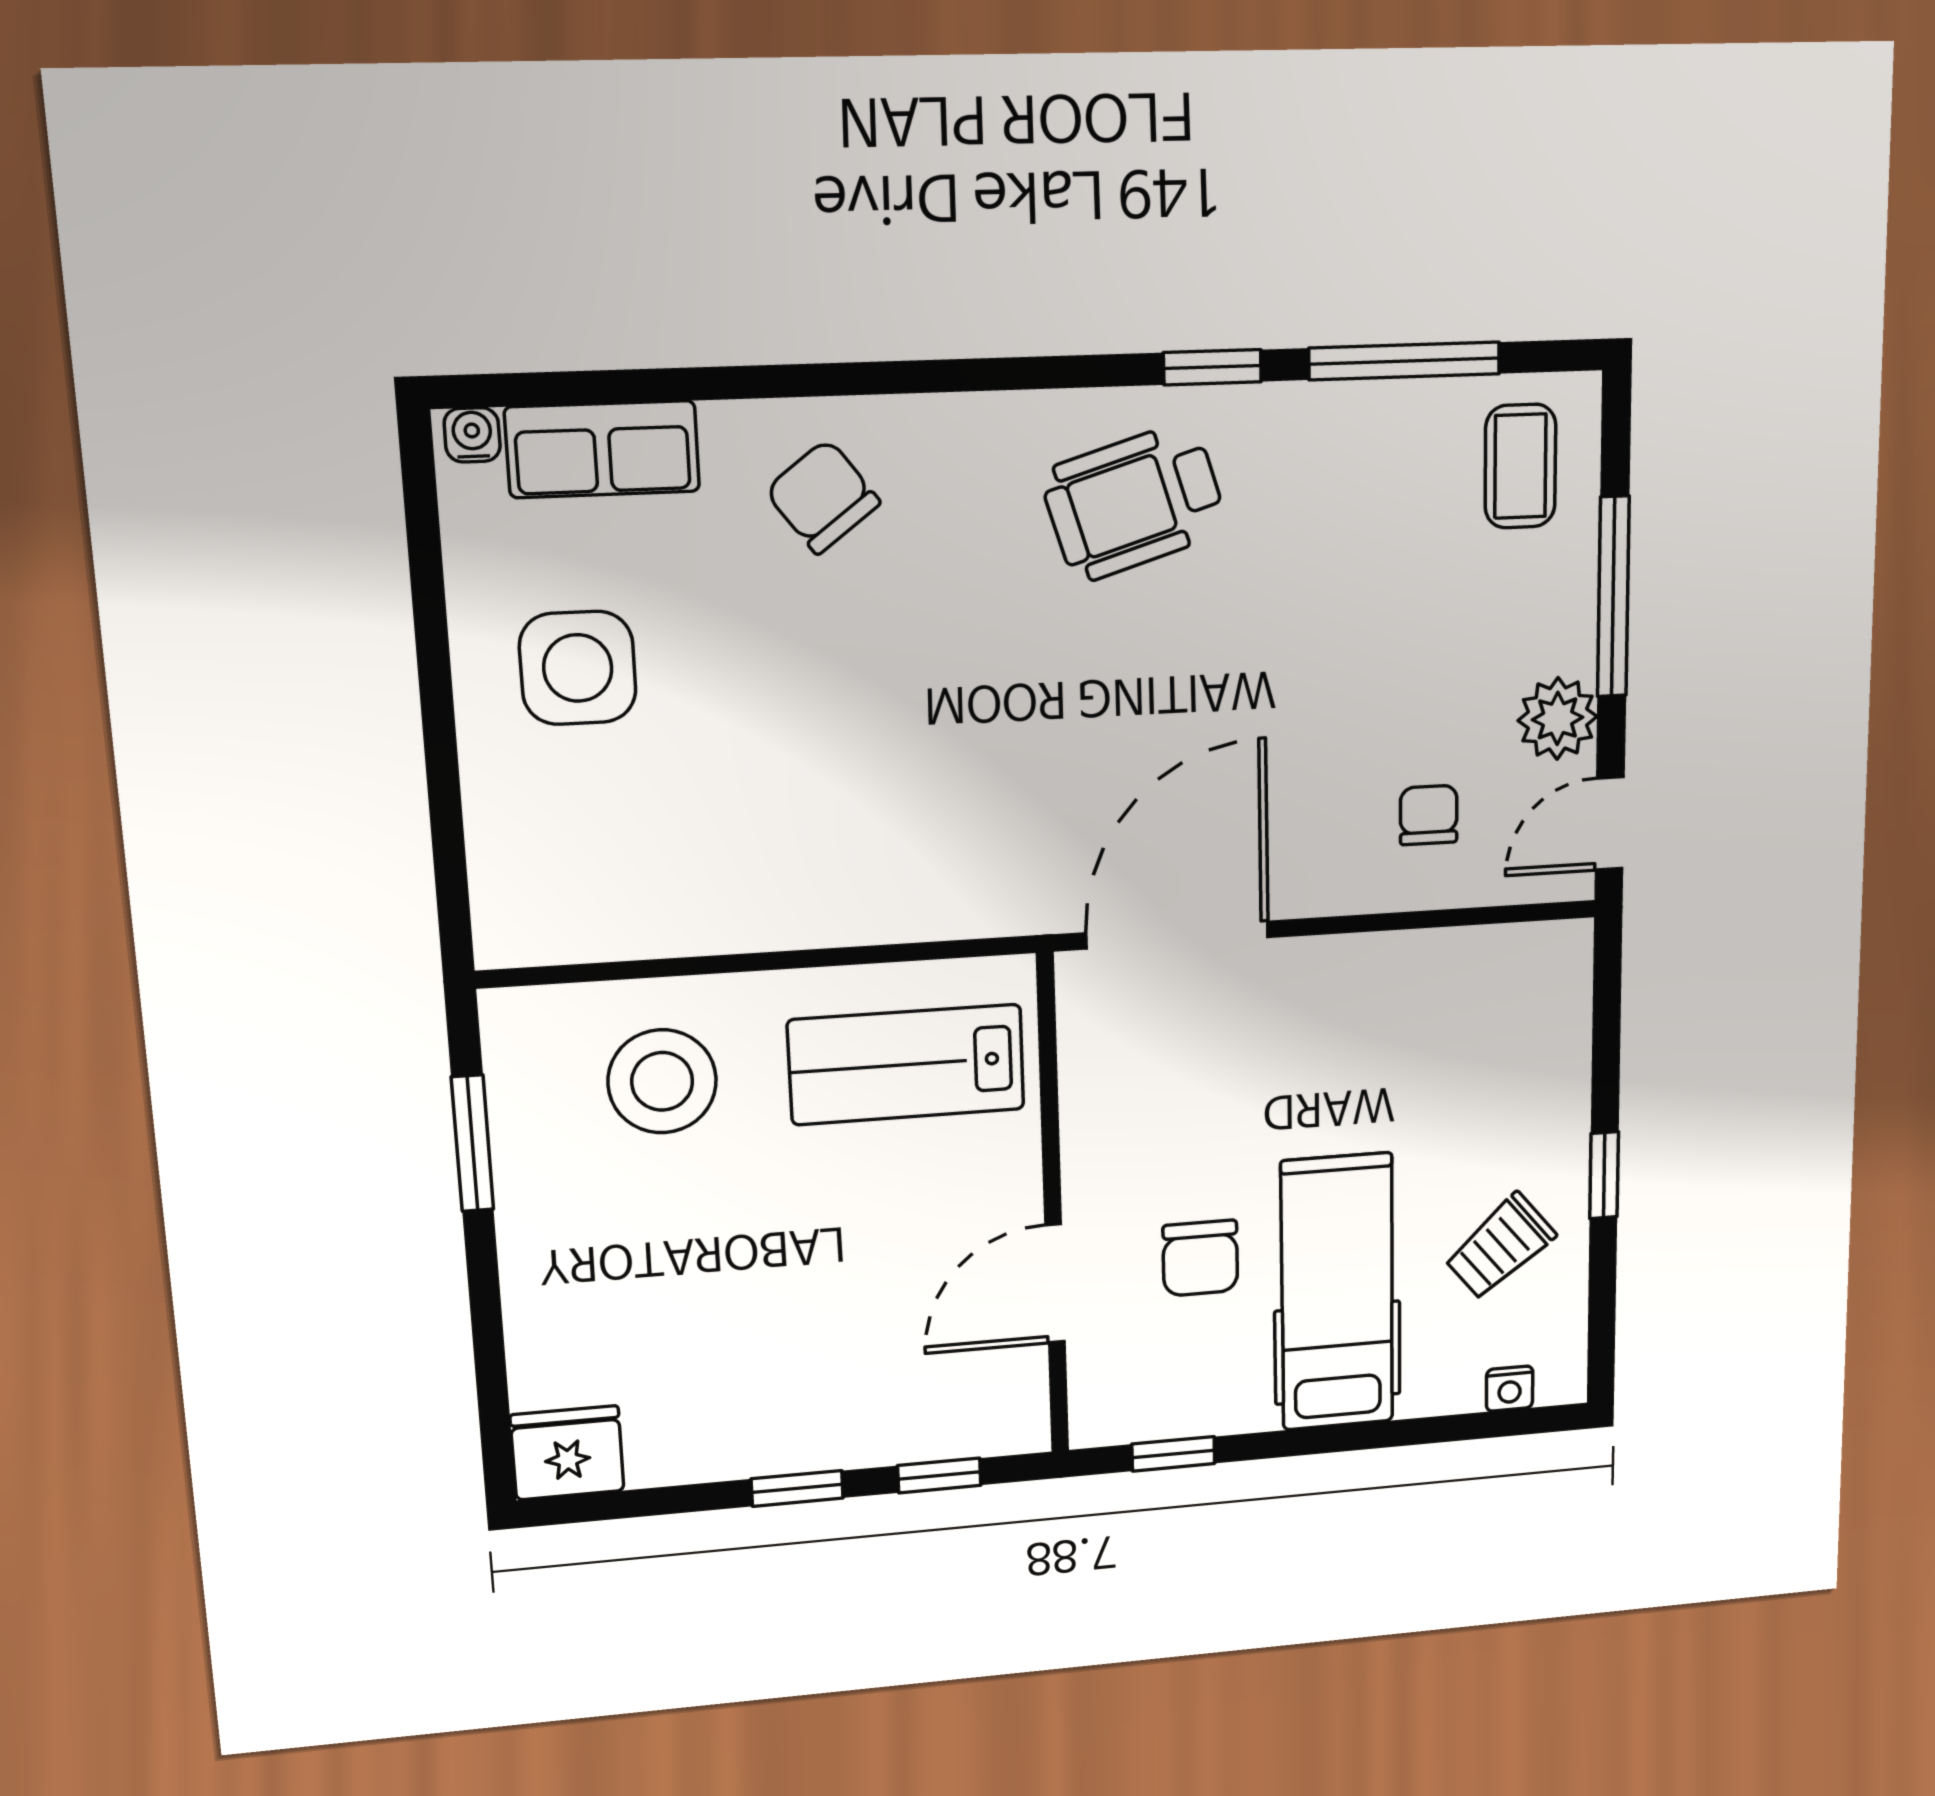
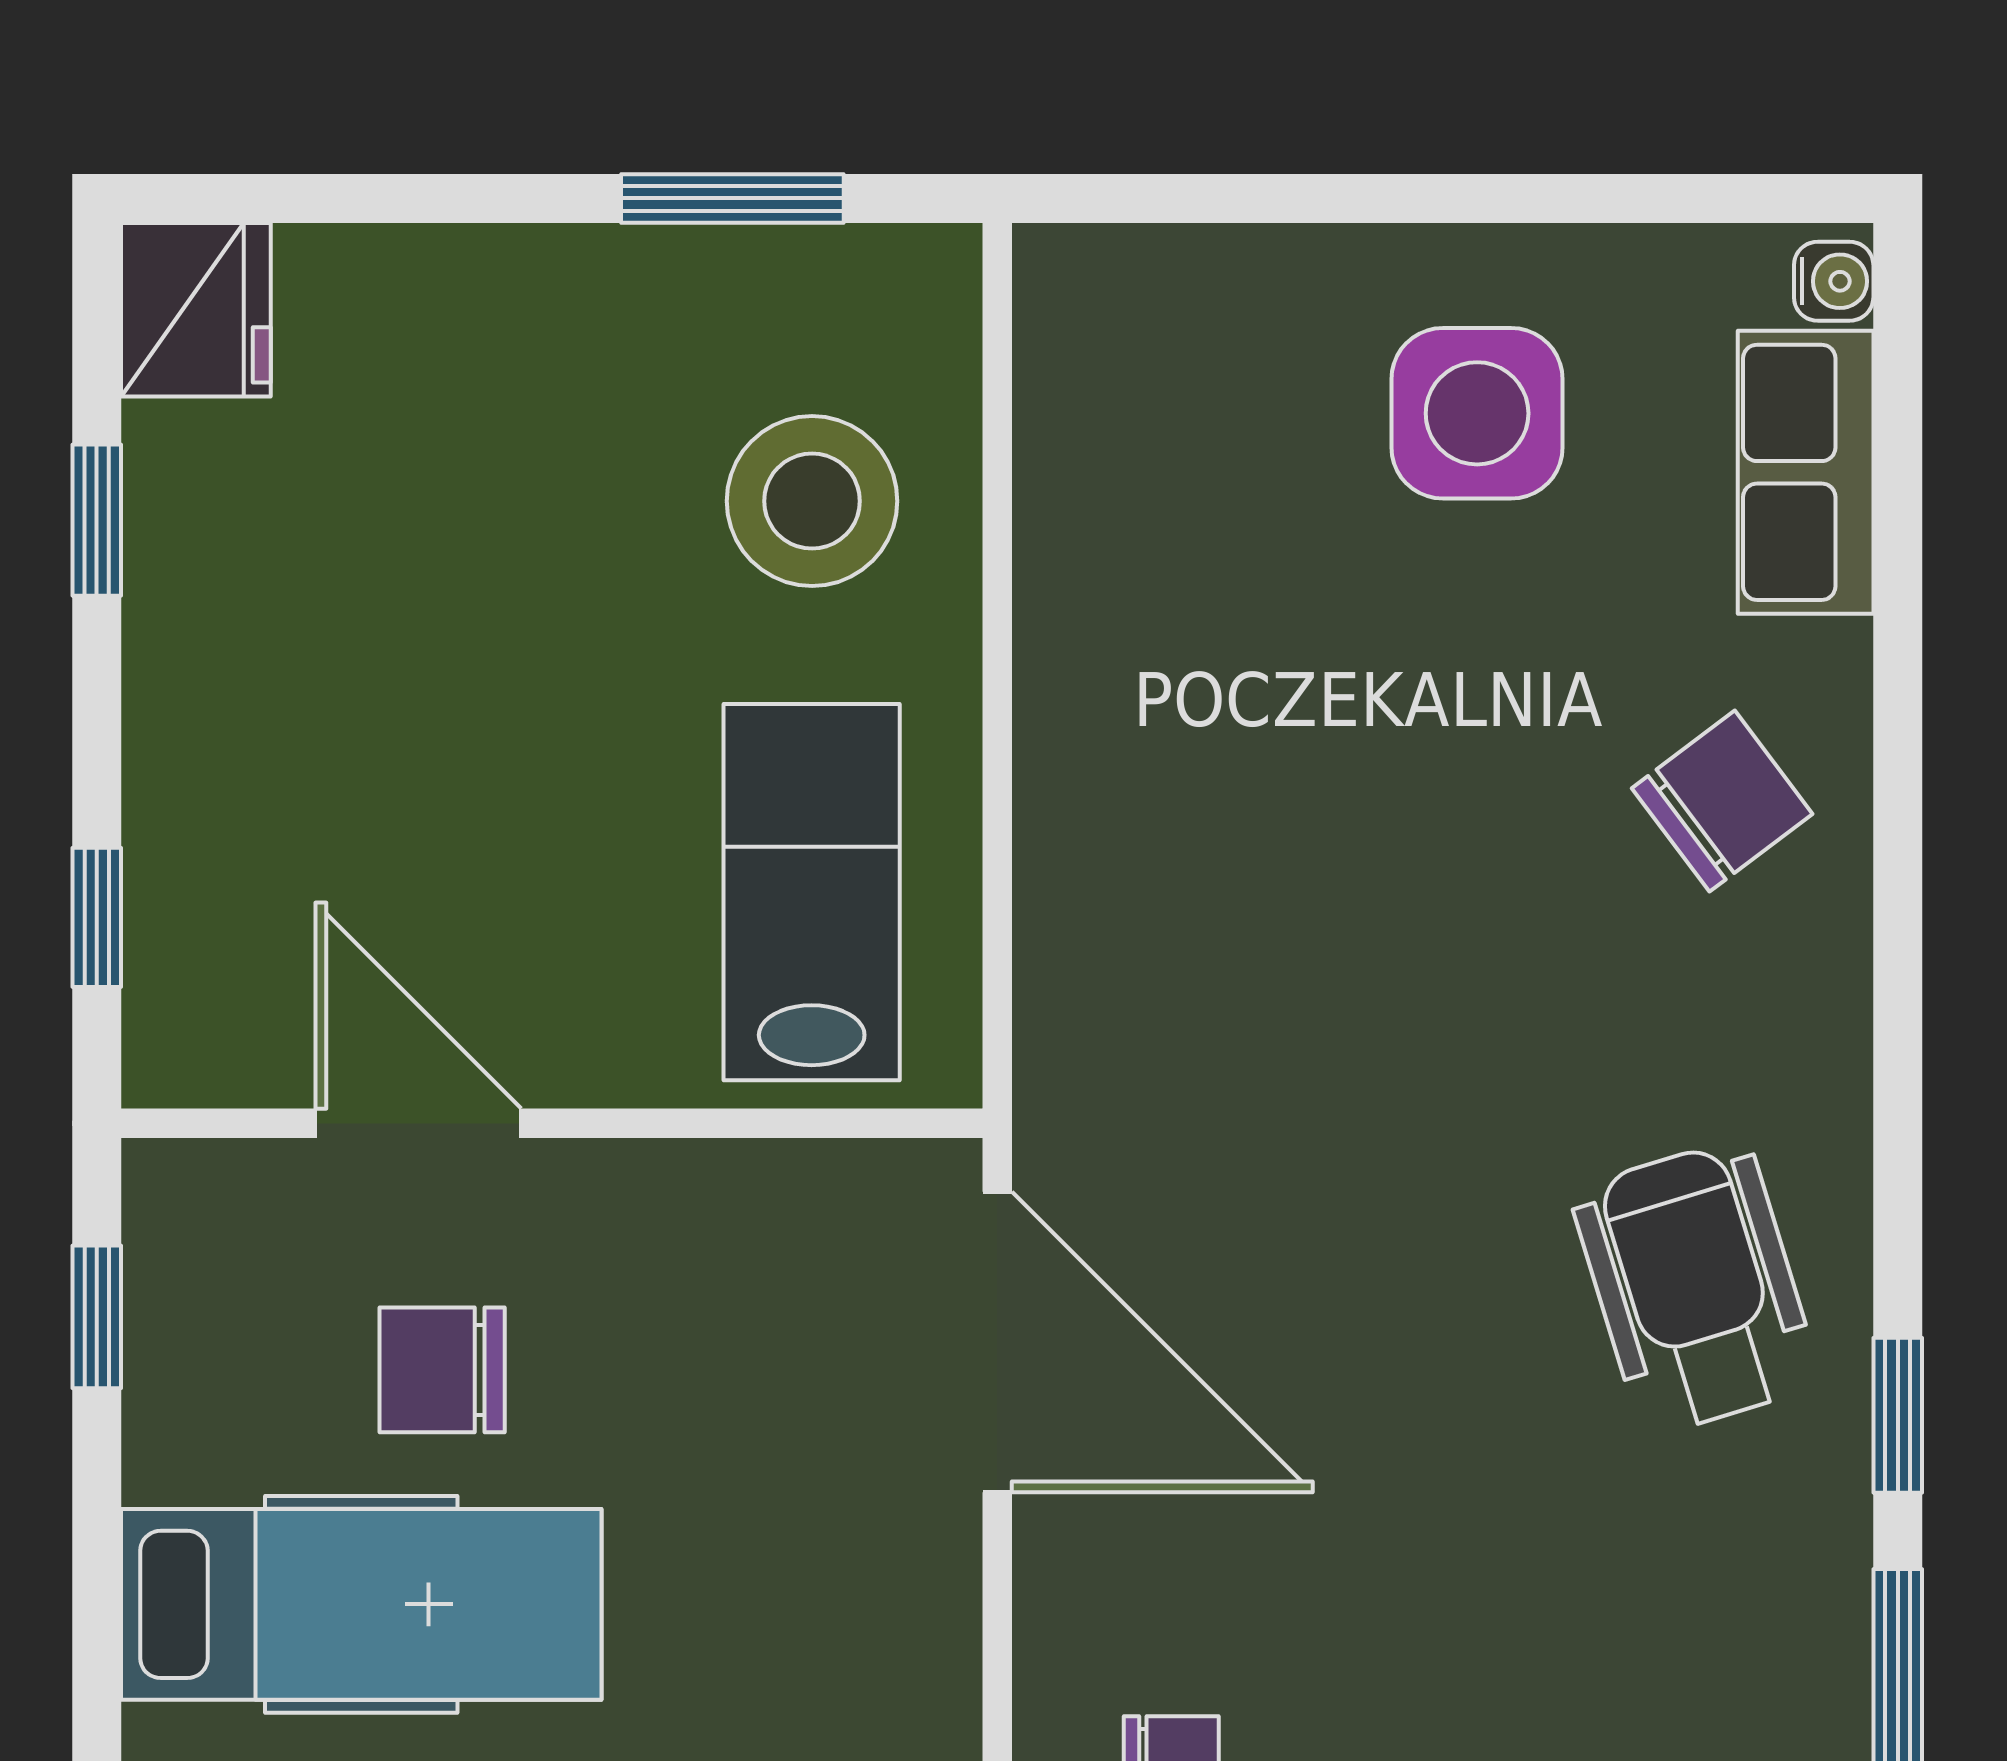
window: (797, 1488) -> (97, 520), moved

